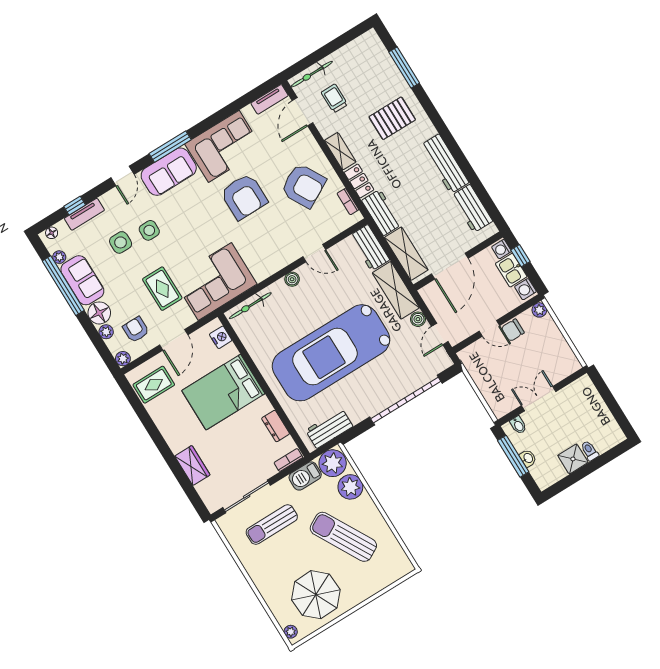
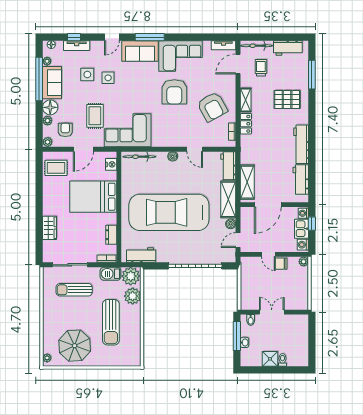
workbench: (382, 213) -> (288, 48), moved, turned 90
sun lounger: (343, 537) -> (111, 322), turned -151

